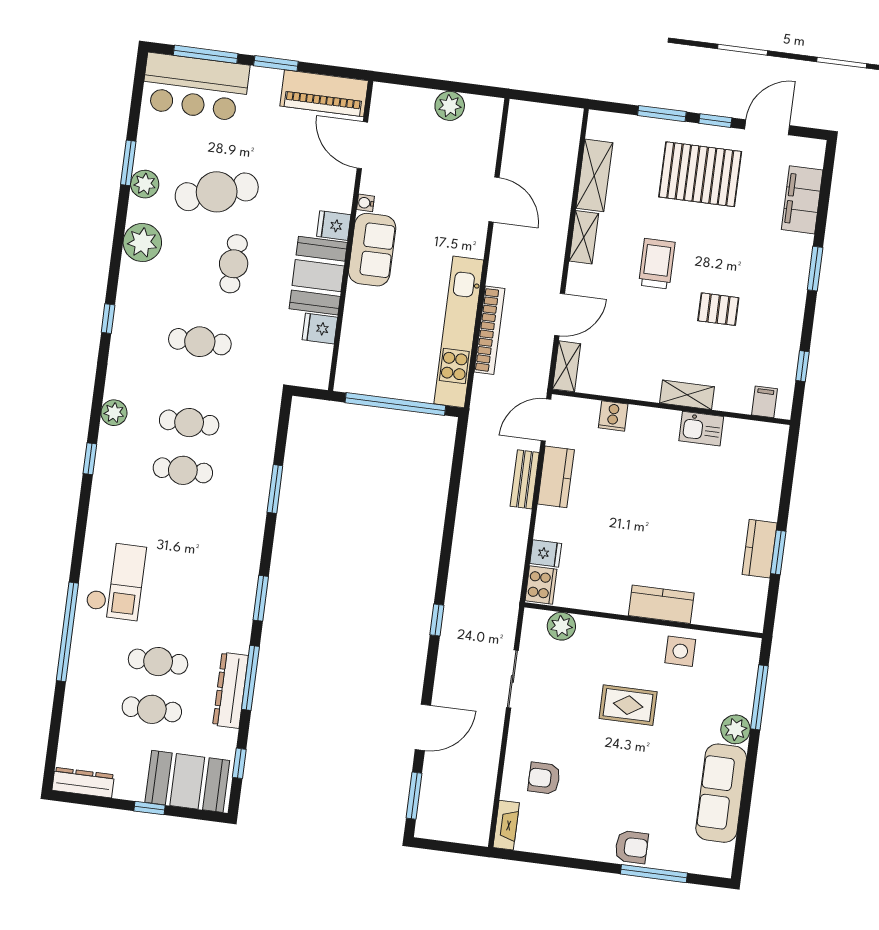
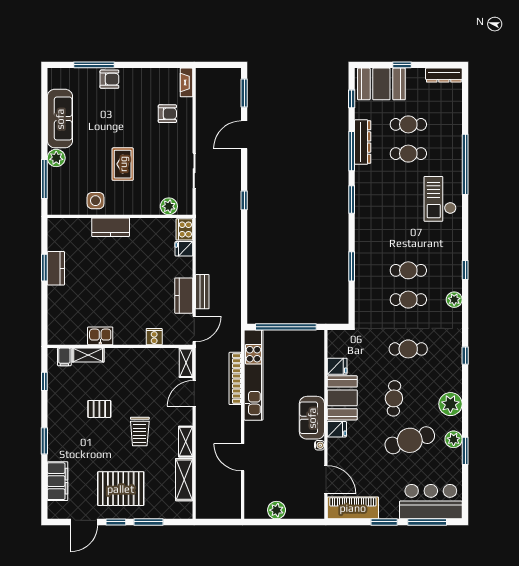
shelving: (687, 395) -> (88, 355), moved
rug: (628, 705) -> (123, 164), turned 90
armchair: (632, 847) -> (109, 79), turned 180

